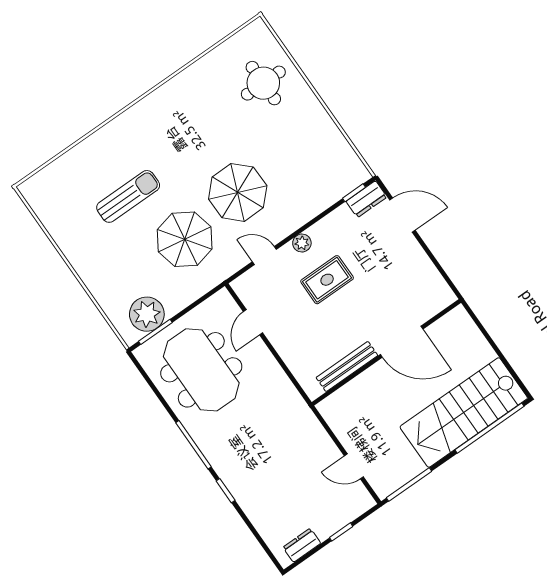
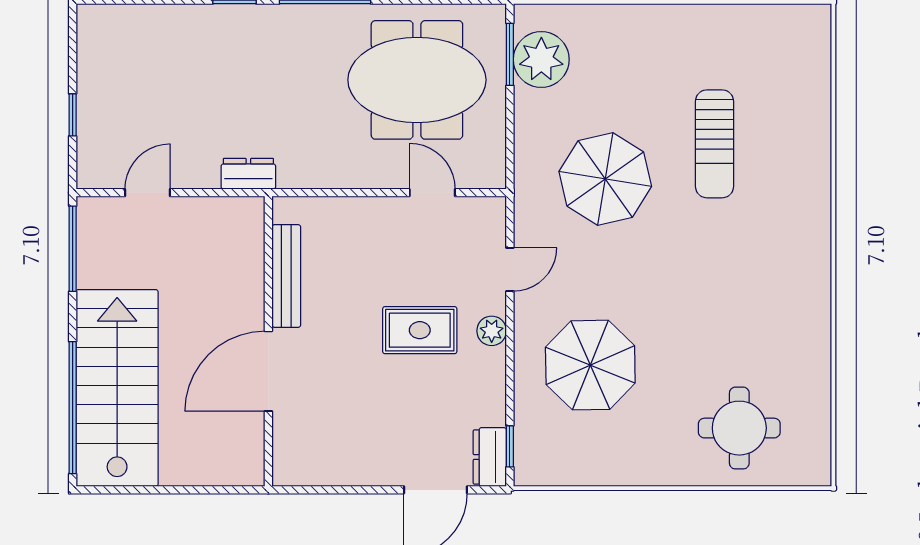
parasol: (238, 192) -> (590, 365), moved
rug: (327, 280) -> (420, 330), turned 90
dresser: (302, 545) -> (248, 174), moved, turned -90

